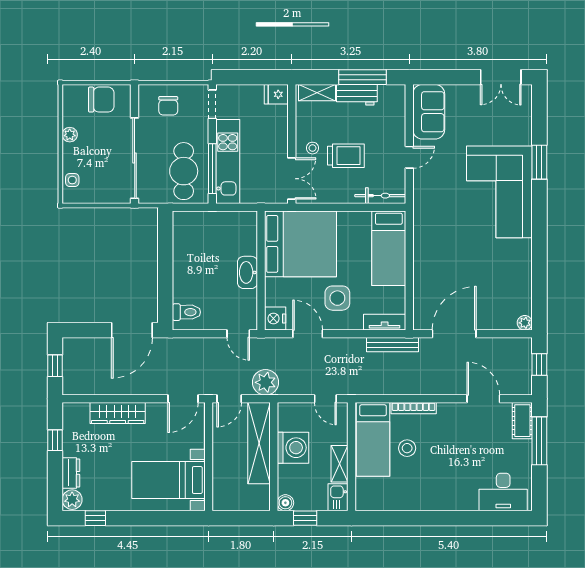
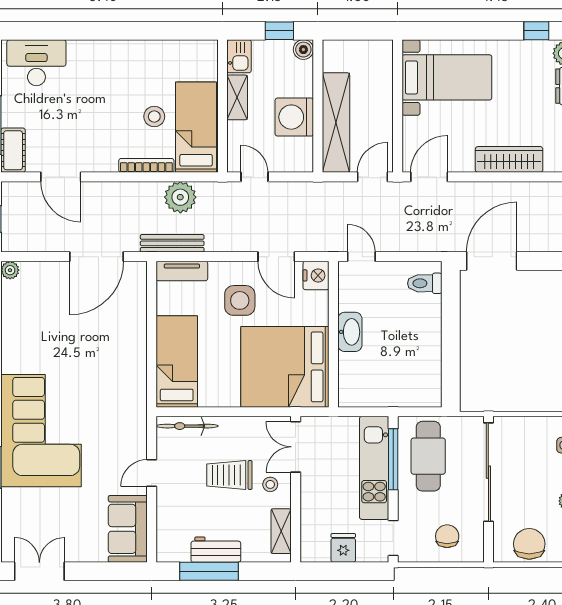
shelving: (317, 93) -> (281, 531), moved, turned 90
fridge: (276, 94) -> (343, 548), moved, turned -90
chair: (101, 100) -> (529, 544), turned 90
plant: (265, 382) -> (180, 197), moved

